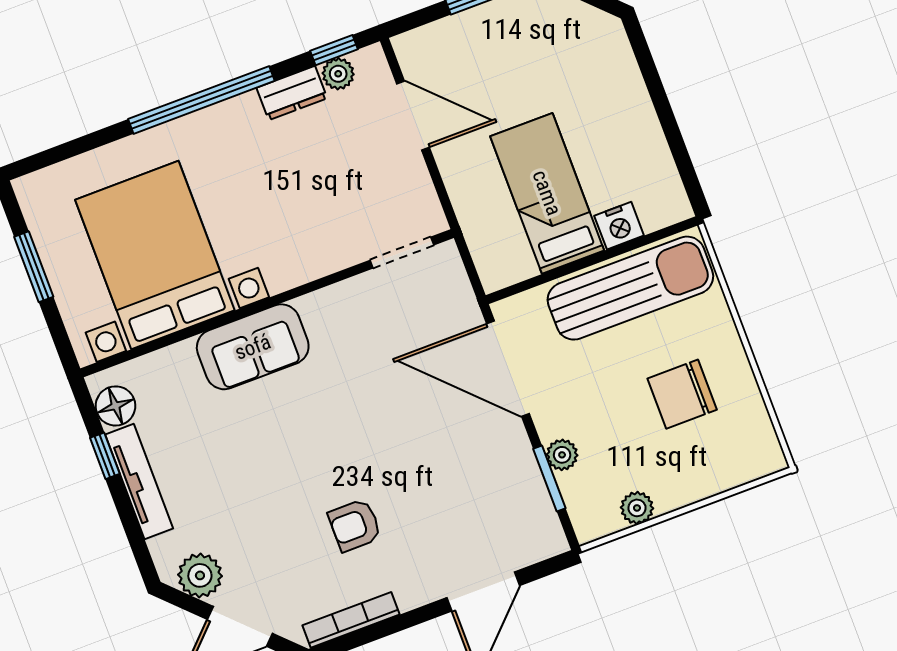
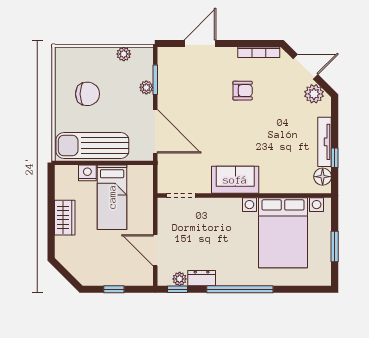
wardrobe: (632, 113) -> (65, 218), added
sofa: (253, 347) -> (235, 180), moved

